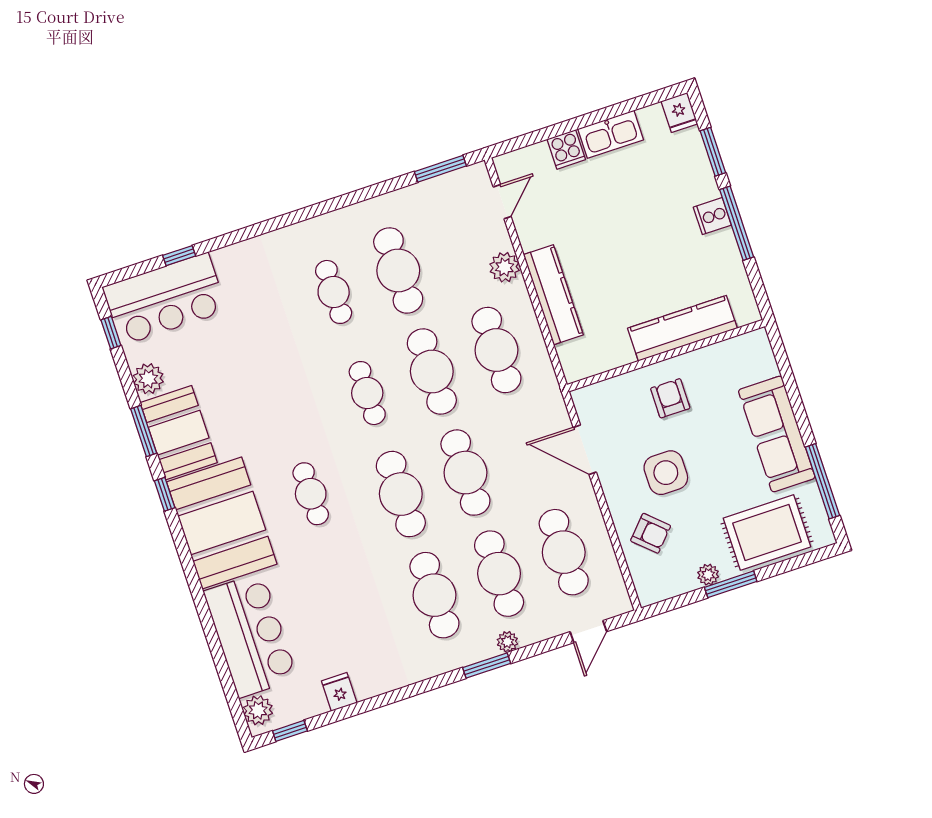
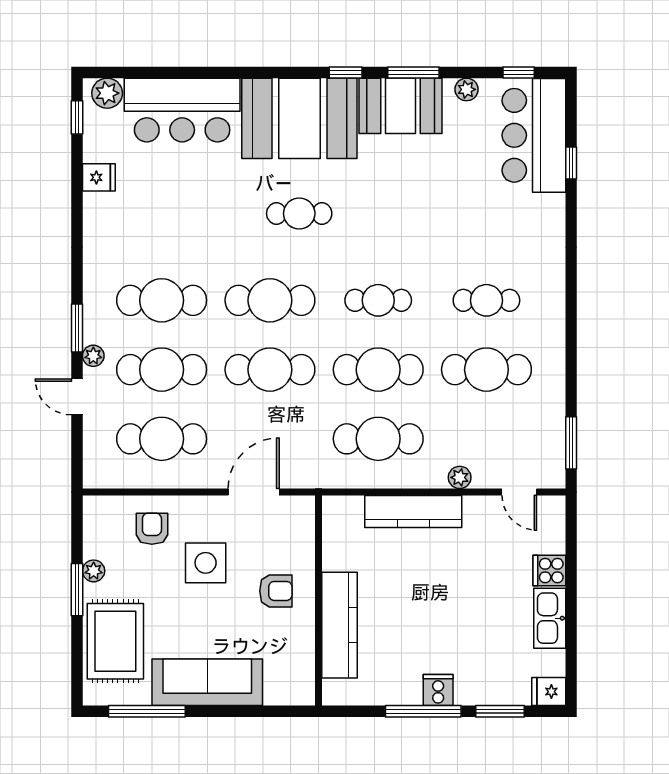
plant: (505, 267) -> (460, 477), width x0.73, depth x0.73
plant: (148, 379) -> (467, 89), width x0.73, depth x0.73
armchair: (651, 533) -> (152, 529), turned 137
door: (588, 632) -> (77, 397), moved

